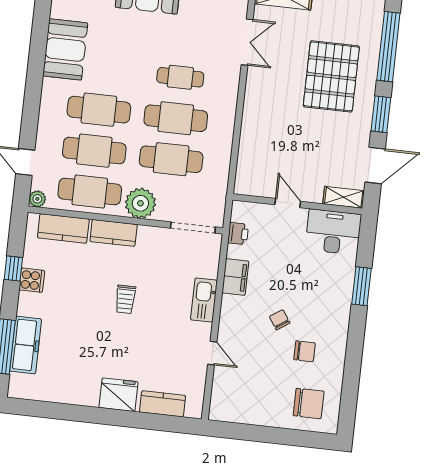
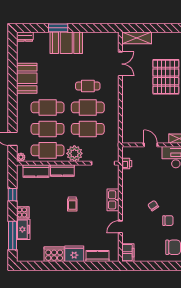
filing cabinet: (235, 277) -> (128, 253), moved
cooker: (32, 280) -> (23, 212), moved
freezer: (26, 345) -> (23, 229), width x0.71
door: (212, 353) -> (120, 227), swing flipped
cooker: (80, 391) -> (54, 254), added

